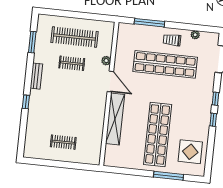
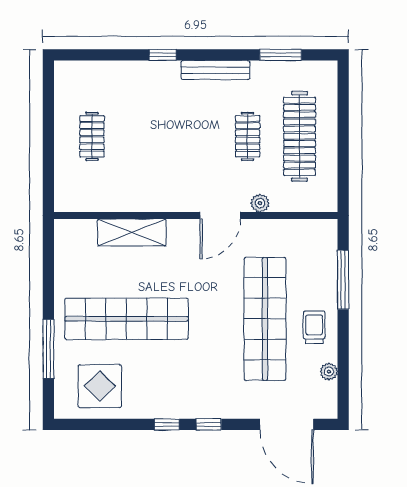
bench: (36, 76) -> (215, 70), width x1.36
shelving: (115, 119) -> (132, 232), width x0.68

